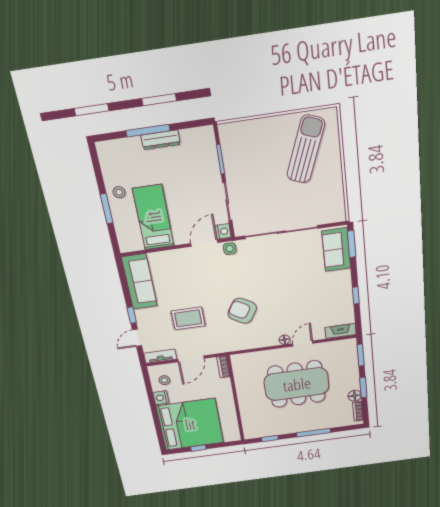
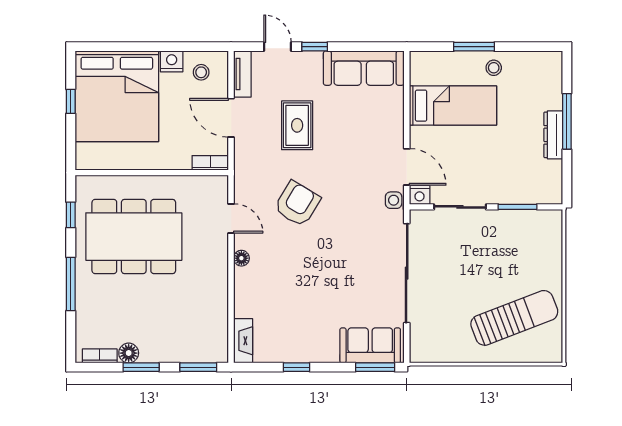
sun lounger: (306, 149) -> (514, 318), turned -42
door: (303, 343) -> (231, 218), moved
dining table: (297, 384) -> (134, 237), moved, turned 90

